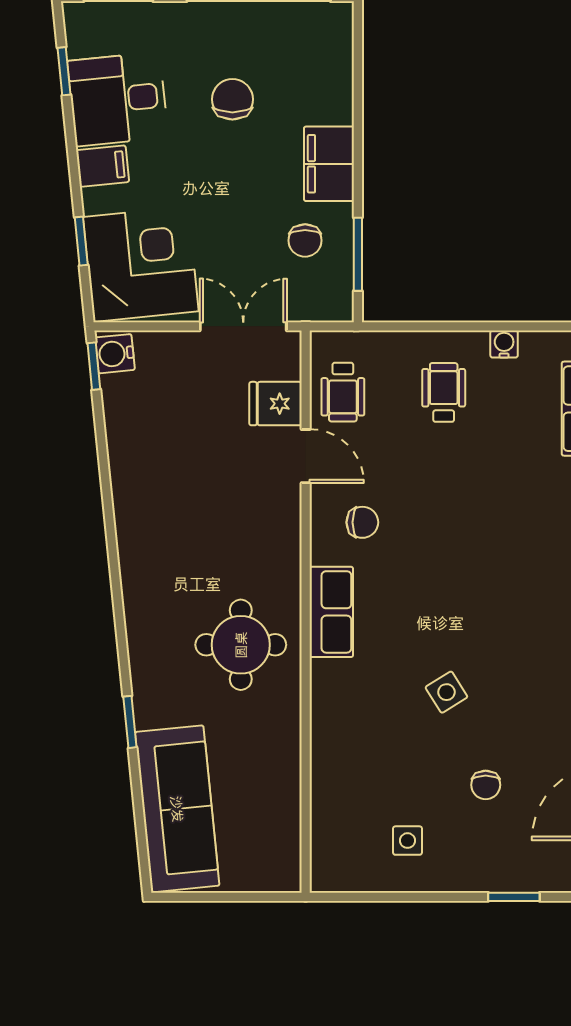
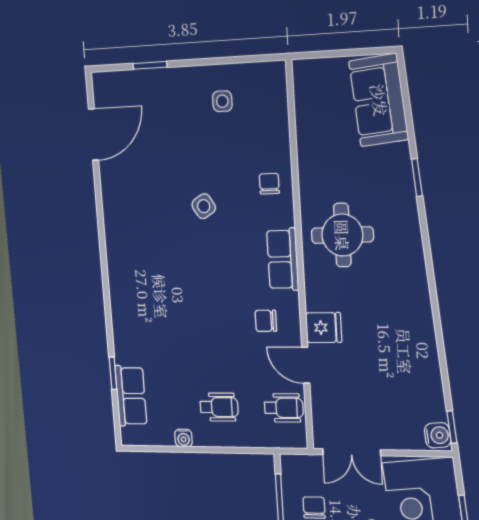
wheelchair: (343, 392) -> (284, 408), turned 90
wheelchair: (444, 392) -> (219, 407), turned -90
fridge: (275, 404) -> (324, 328), moved
chair: (486, 785) -> (269, 184), moved
sofa: (177, 809) -> (379, 100), width x0.73

